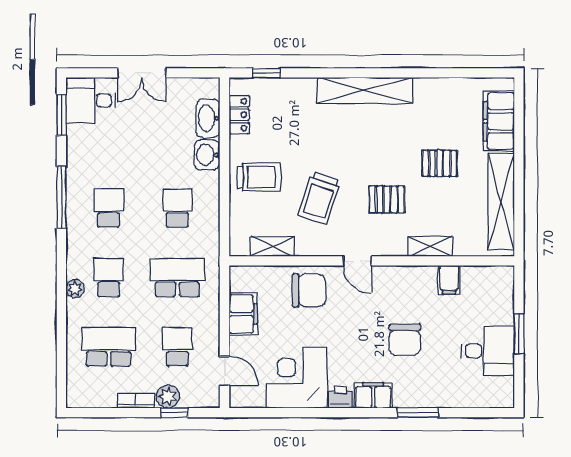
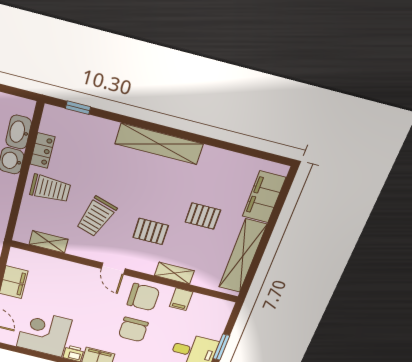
locker: (239, 115) -> (42, 151), moved
chair: (309, 290) -> (143, 297), moved

